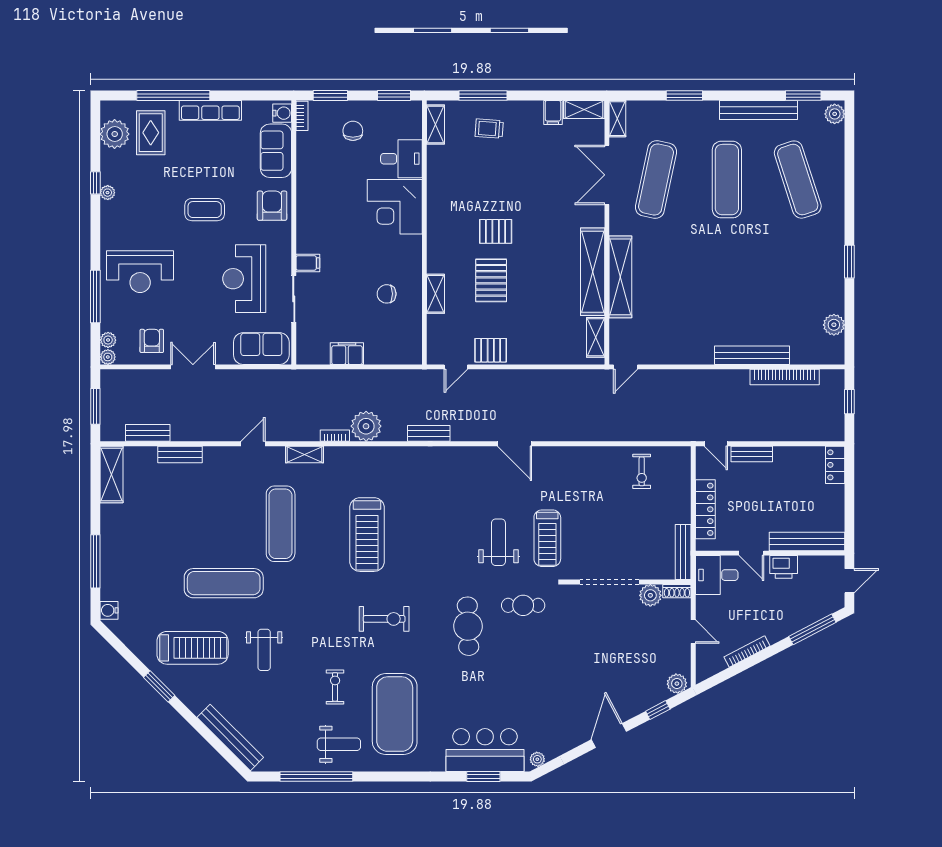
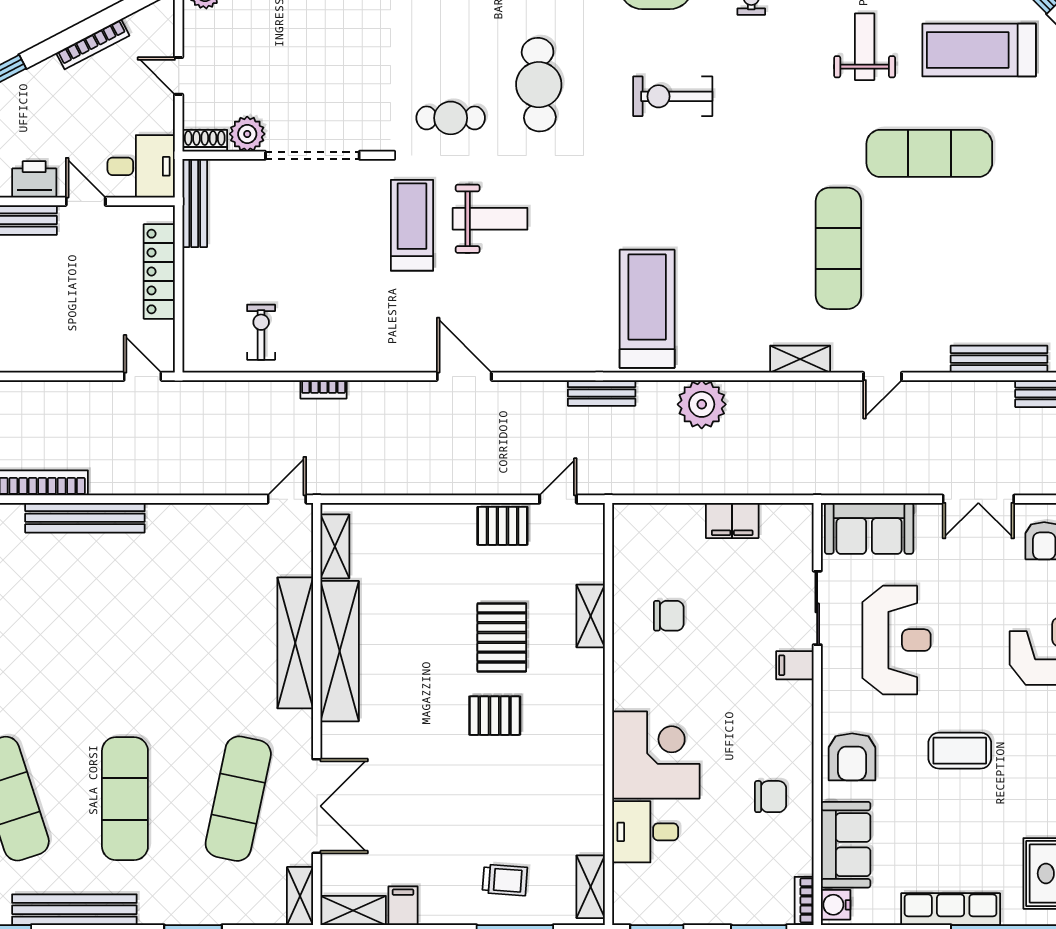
chair: (353, 131) -> (771, 797), moved, turned -90
bookcase: (335, 436) -> (324, 389), moved
bench: (180, 454) -> (999, 359), width x1.36
bench: (752, 454) -> (85, 360), removed
treadmill: (367, 535) -> (647, 309), moved
weight bench: (498, 542) -> (490, 219), turned -90

